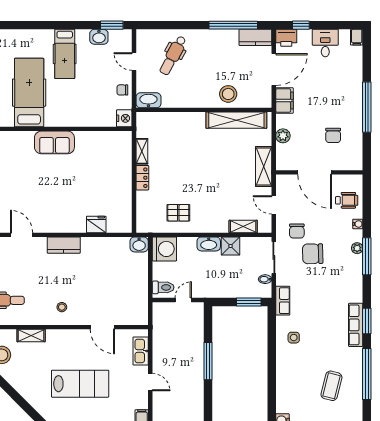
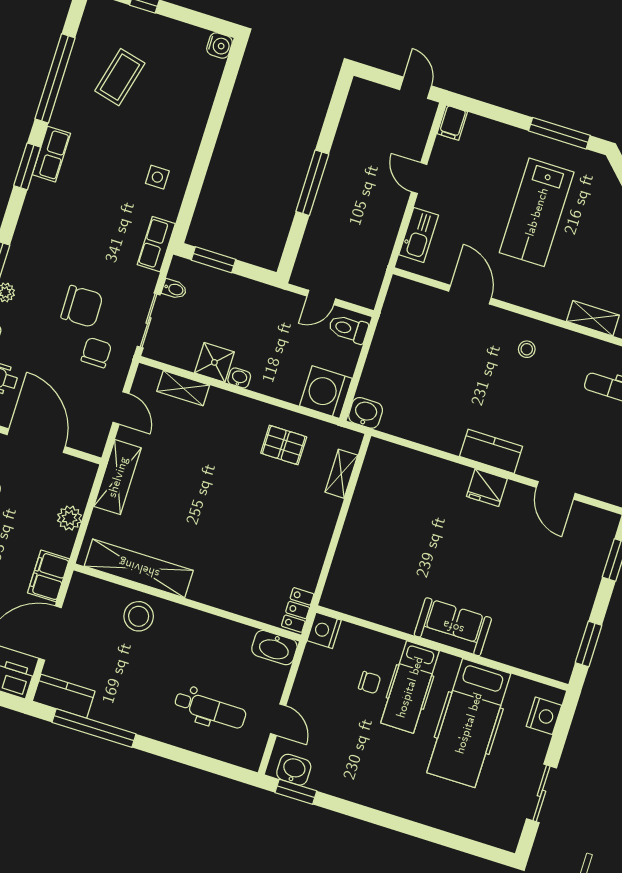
washbasin: (99, 37) -> (294, 770), moved
hospital bed: (65, 54) -> (410, 687), moved, turned 180
dental chair: (173, 55) -> (210, 709), turned 62
chair: (122, 90) -> (370, 683), moved
shelving: (142, 151) -> (341, 474), moved
locker: (142, 178) -> (298, 610), moved
fridge: (96, 224) -> (487, 488), moved
washbasin: (209, 244) -> (239, 378), width x0.52, depth x0.69
row of seats: (356, 325) -> (51, 154), width x0.68
lab bench: (80, 384) -> (537, 212), turned -90

